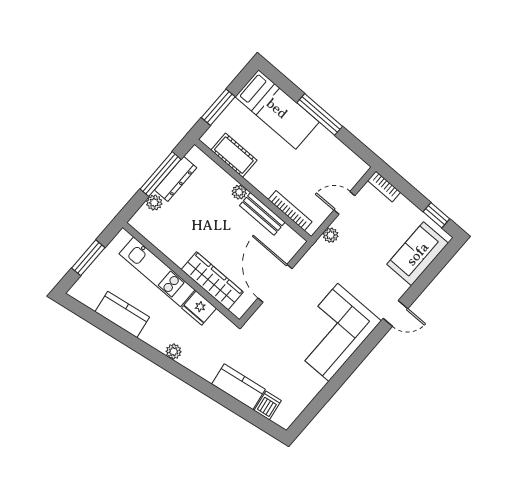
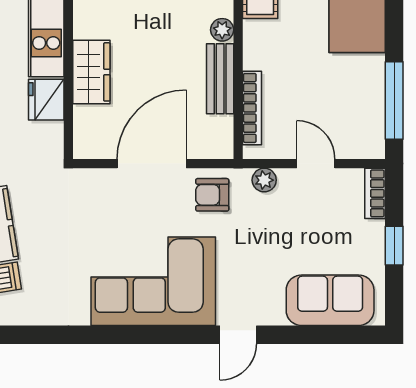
window: (320, 114) -> (394, 100), moved
window: (436, 215) -> (394, 246), moved
armchair: (316, 267) -> (212, 195), added
wardrobe: (212, 281) -> (91, 72), width x0.67
door: (395, 313) -> (238, 335), hinge flipped

